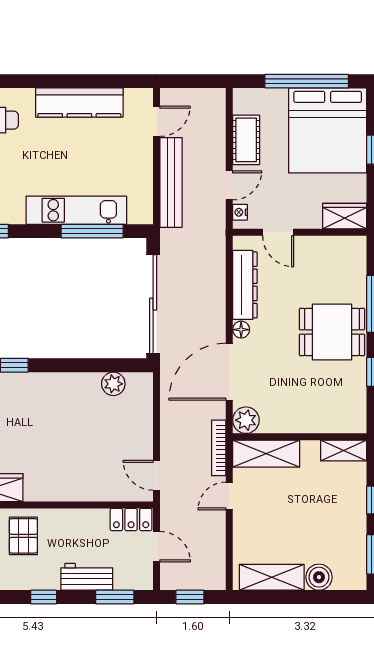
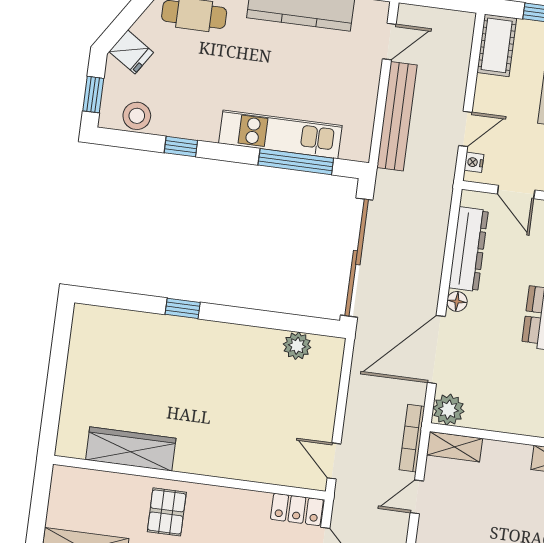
cot: (246, 140) -> (497, 45), moved
shelving: (266, 454) -> (455, 447), width x0.67, depth x0.75

